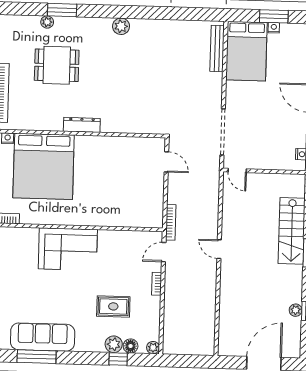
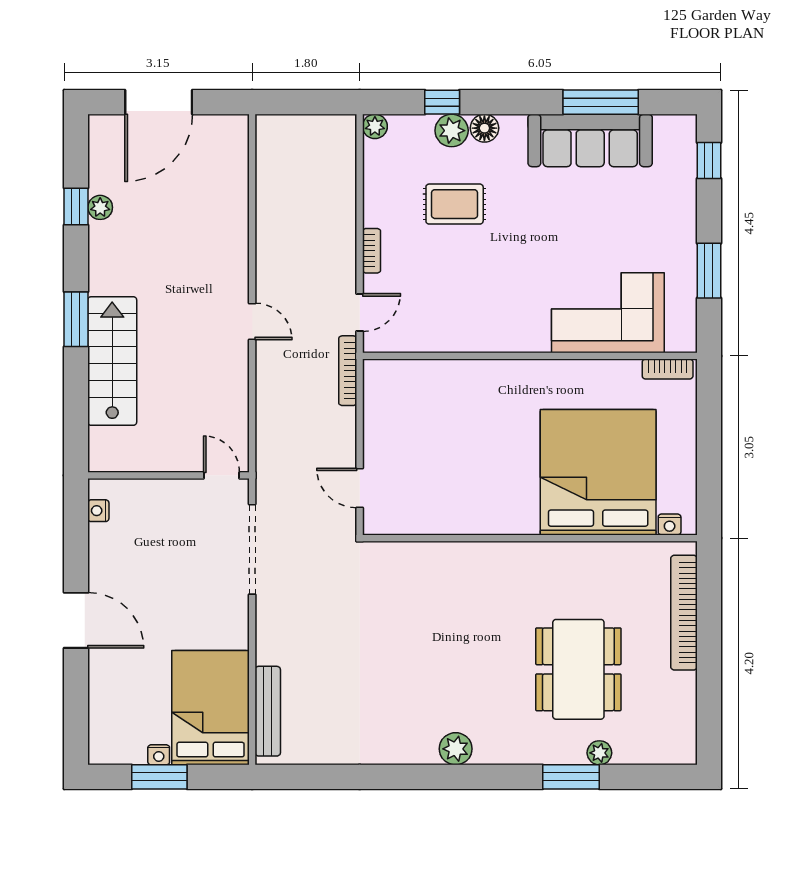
dining table: (57, 65) -> (578, 669), width x1.37
dresser: (82, 125) -> (526, 555), removed
corner sofa: (68, 249) -> (608, 313), moved
floor lamp: (131, 346) -> (484, 128), moved

